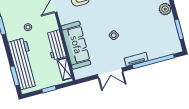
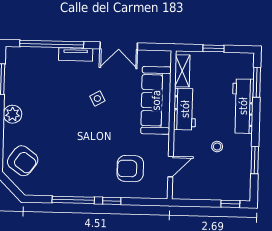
workbench: (23, 64) -> (243, 106), width x0.73, depth x0.76
double door: (110, 73) -> (119, 46), swing flipped

